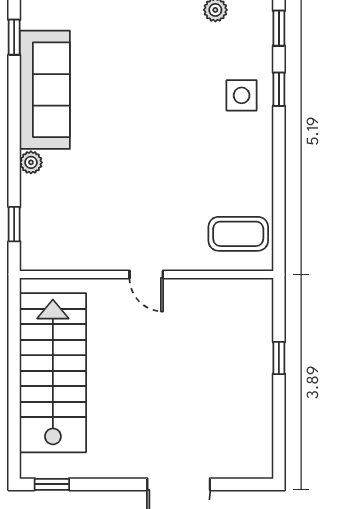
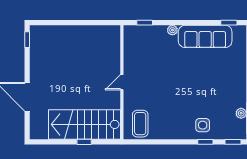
stairs: (53, 373) -> (84, 124), moved, turned 180

